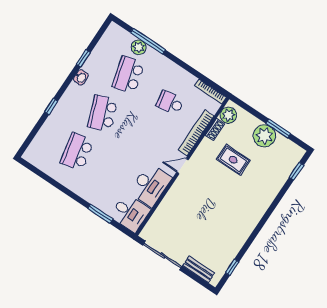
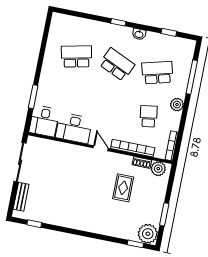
plant: (139, 47) -> (177, 105), moved
window: (83, 58) -> (169, 32), moved
window: (51, 106) -> (118, 22), moved
school desk: (103, 113) -> (117, 65), turned 45
plant: (264, 136) -> (148, 234), moved

